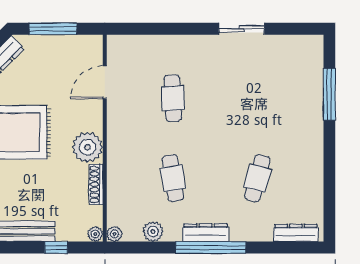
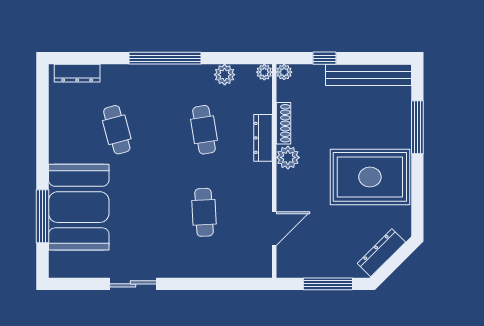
booth: (294, 103) -> (79, 207), added
plant: (87, 147) -> (288, 157), width x0.73, depth x0.73
cafe table: (257, 178) -> (117, 130), turned -30
dresser: (206, 233) -> (263, 138), moved, turned 90

